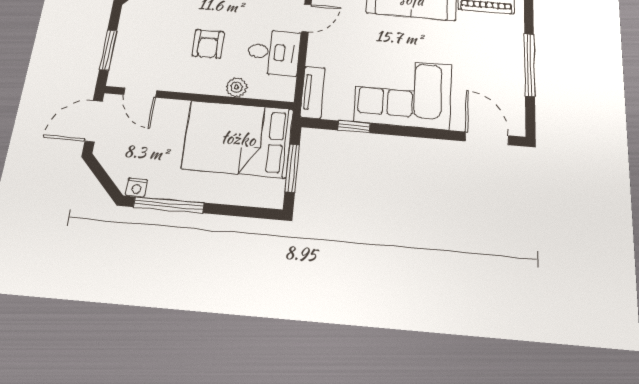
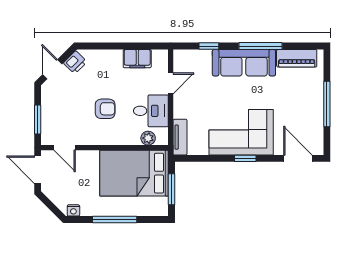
armchair: (208, 44) -> (105, 109), turned -90
plant: (237, 87) -> (148, 138), moved
door: (94, 121) -> (38, 170), hinge flipped
window: (354, 127) -> (245, 158), moved
window: (169, 205) -> (115, 220), moved

